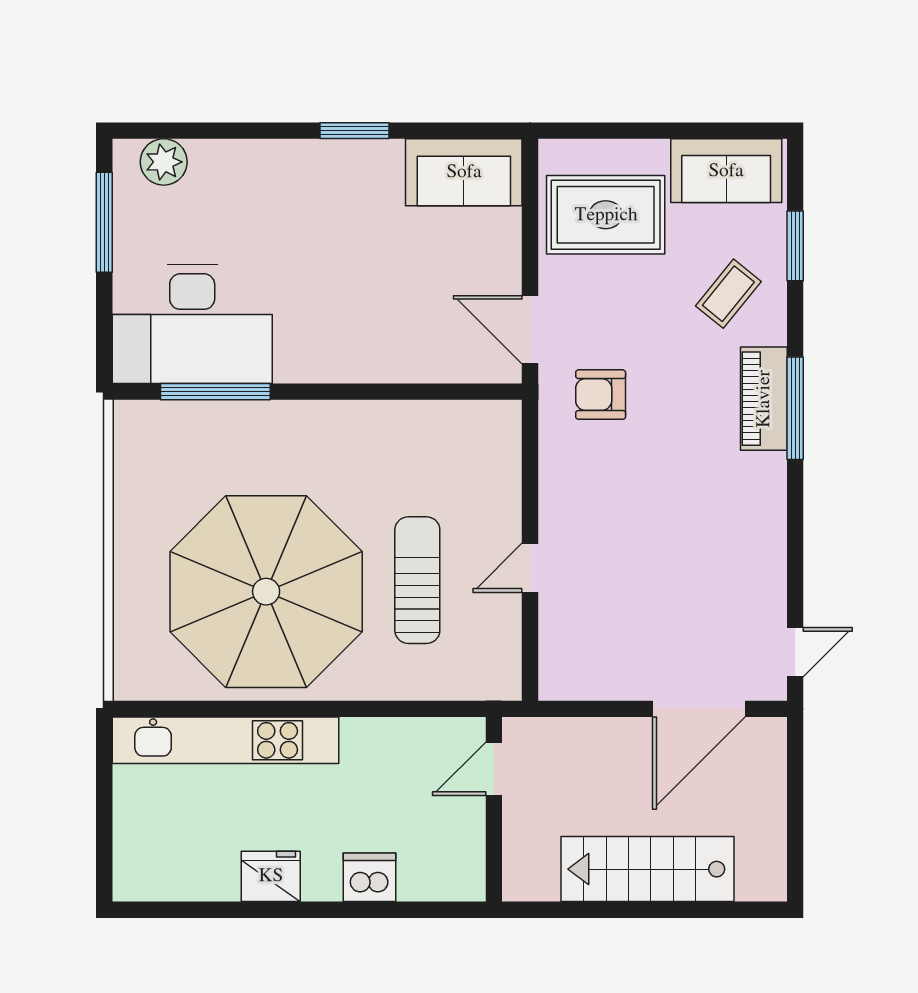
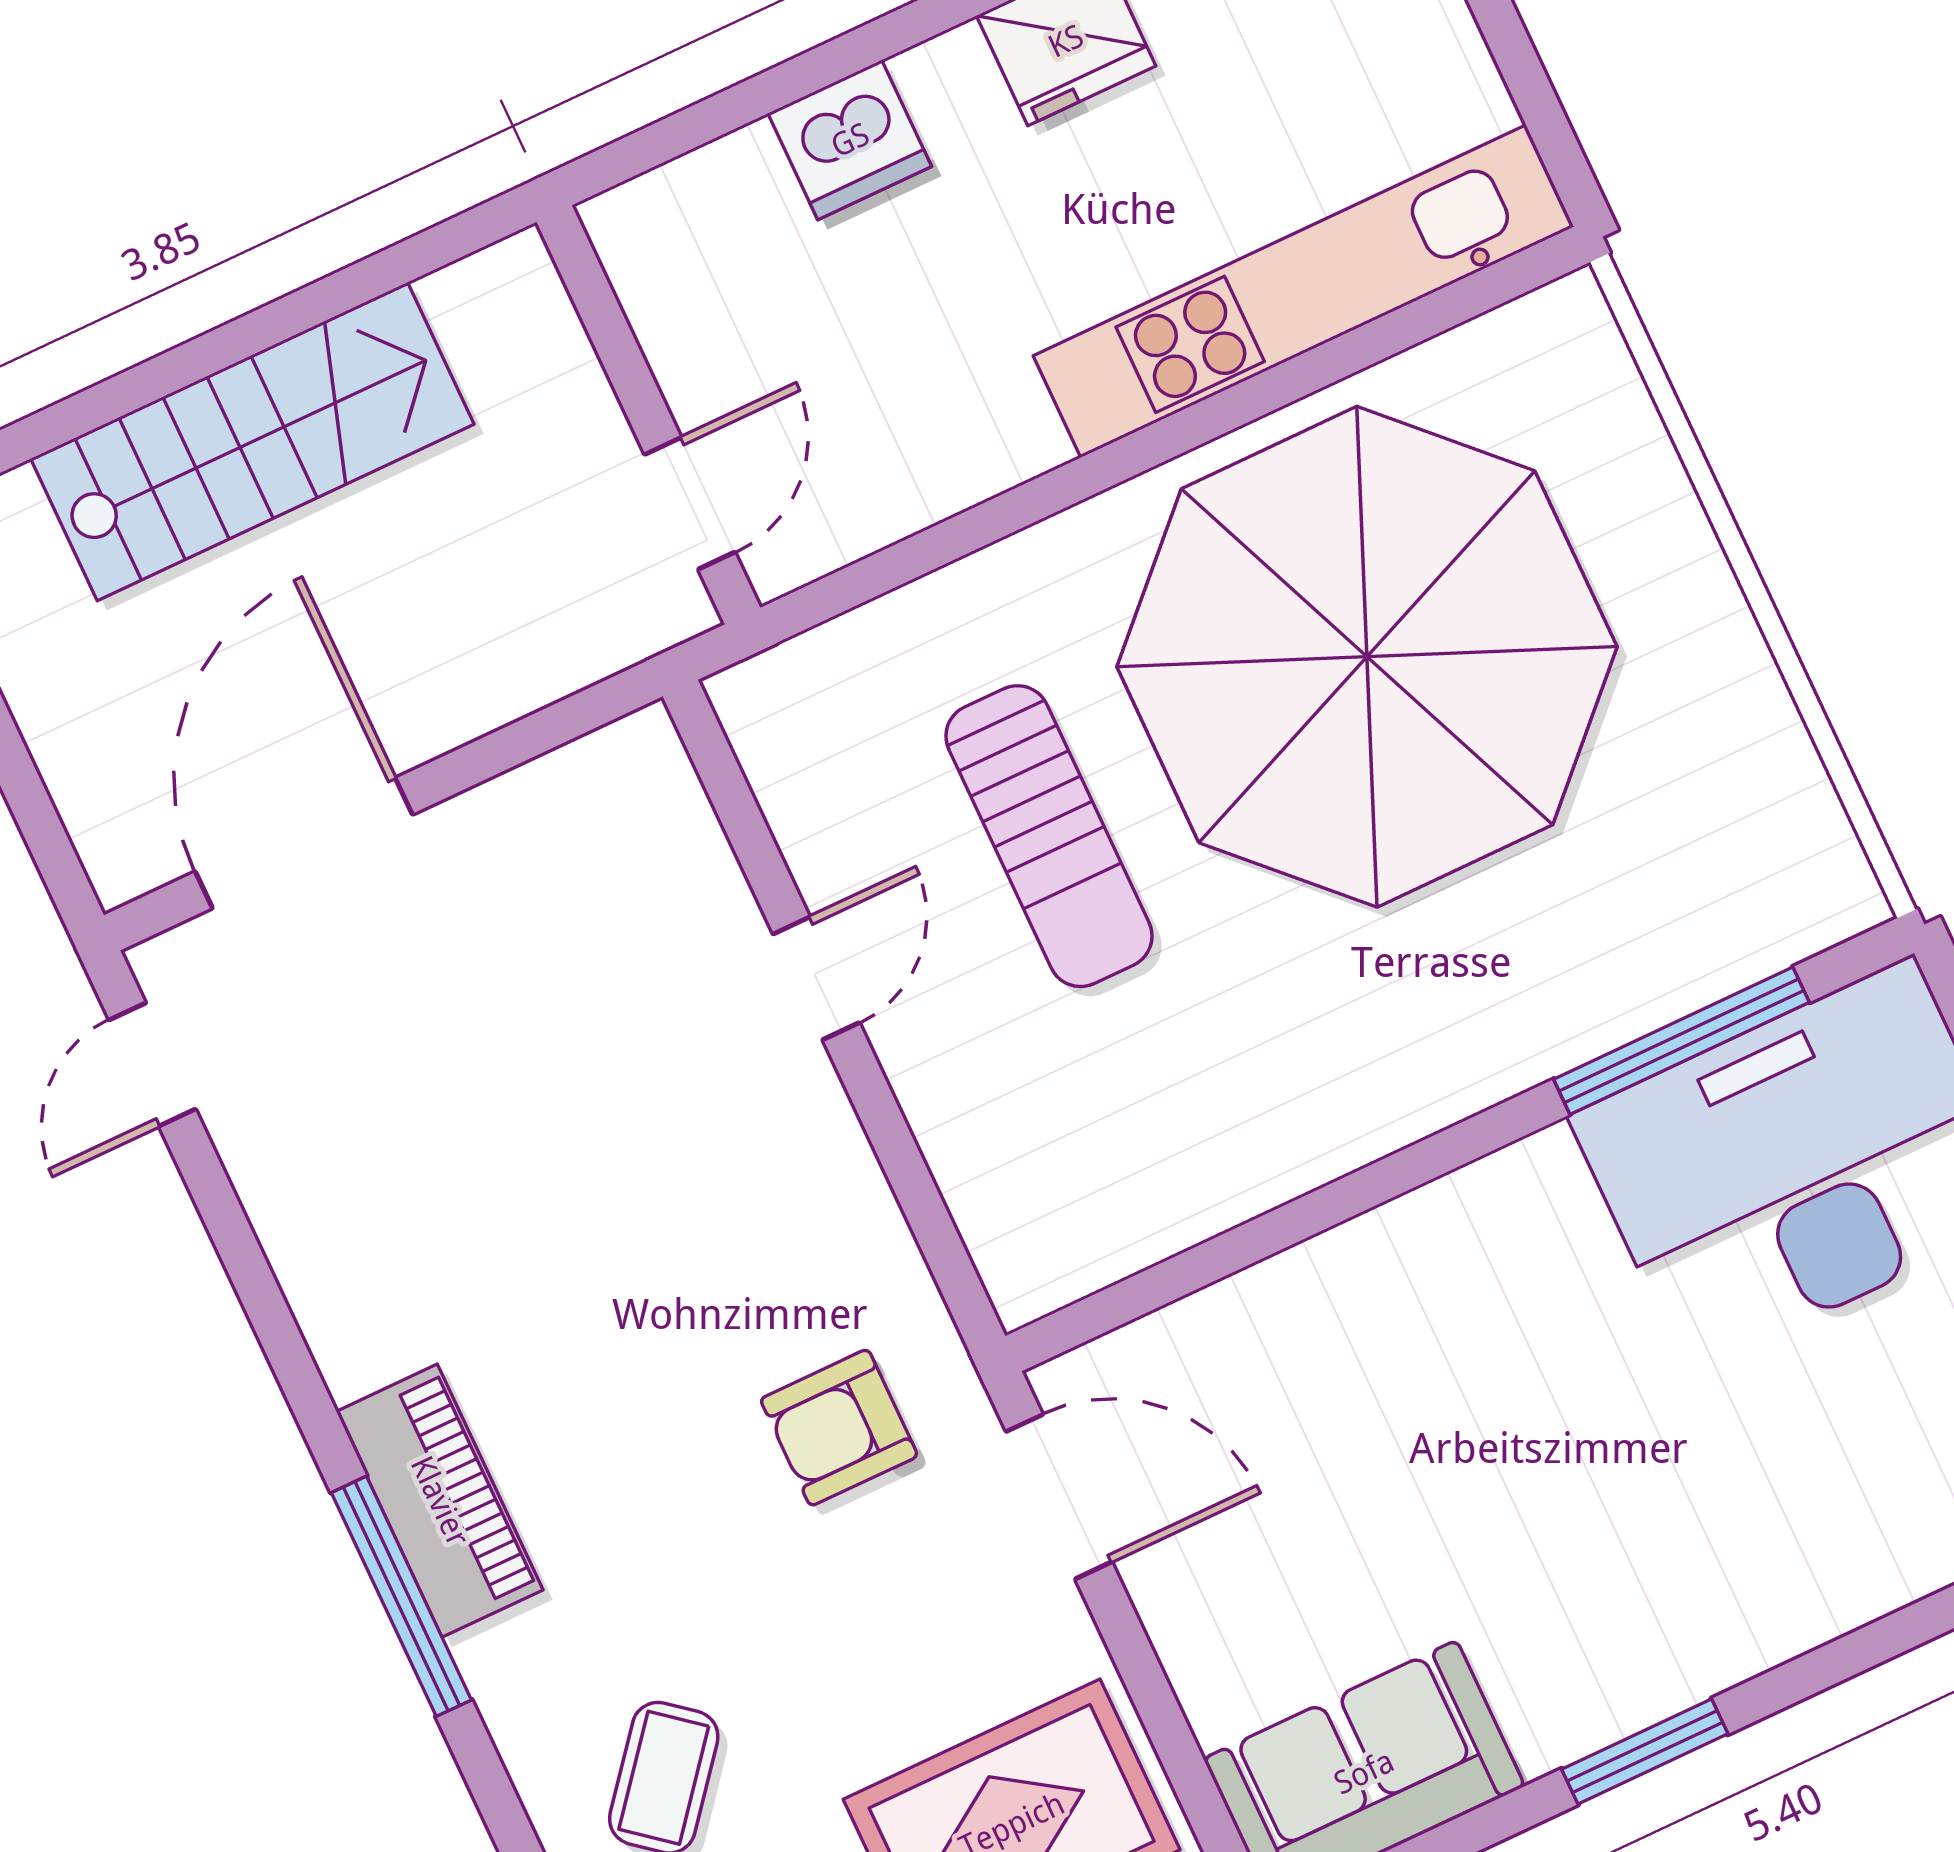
armchair: (601, 395) -> (839, 1428), turned 180
piano: (764, 399) -> (440, 1501), moved

